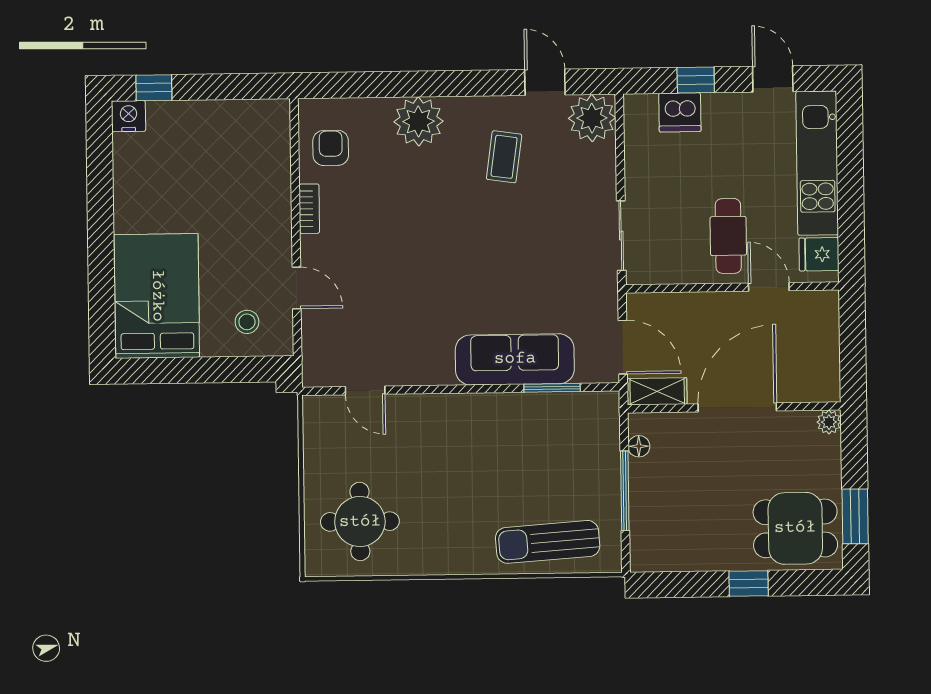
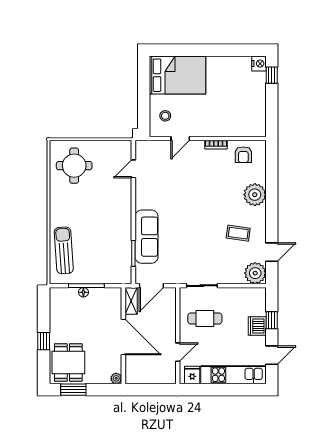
dishwasher: (680, 112) -> (257, 326), moved
armchair: (331, 148) -> (243, 155), turned 90
cafe table: (728, 236) -> (205, 318), moved
floor lamp: (639, 446) -> (83, 292), moved

